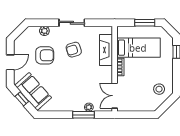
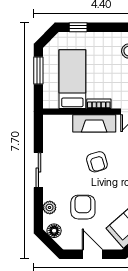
floor lamp: (27, 34) -> (54, 231), added
armchair: (74, 50) -> (97, 162), moved
fireplace: (106, 50) -> (94, 123), moved

